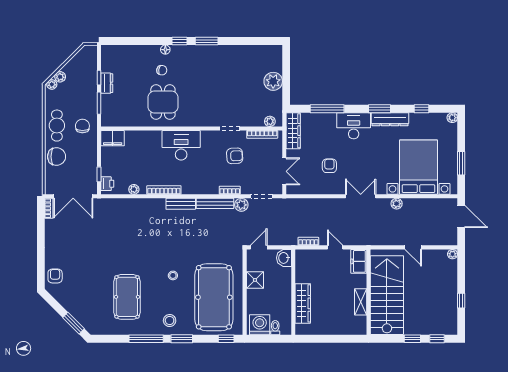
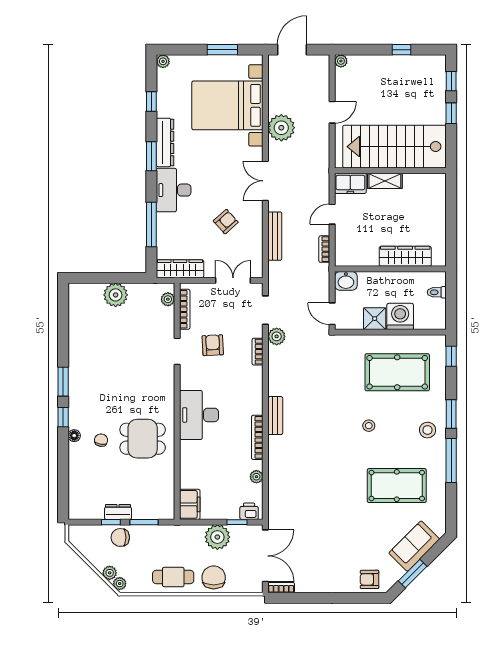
chair: (82, 126) -> (120, 537), moved
plant: (88, 159) -> (217, 537), added
armchair: (329, 166) -> (226, 222), turned 138
bench: (215, 203) -> (275, 236), moved
plant: (397, 204) -> (281, 128), width x1.87, depth x1.87
pool table: (214, 297) -> (397, 372), width x0.73, depth x0.76
shelving: (361, 302) -> (385, 181), moved
sofa: (81, 310) -> (414, 546), added
window: (74, 323) -> (413, 574), moved
washing machine: (260, 325) -> (400, 316), moved, turned 90

